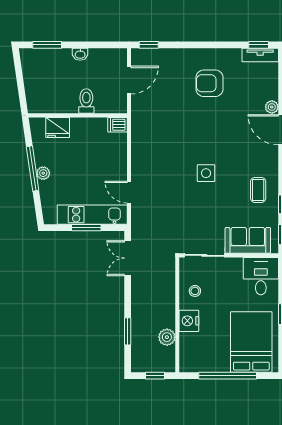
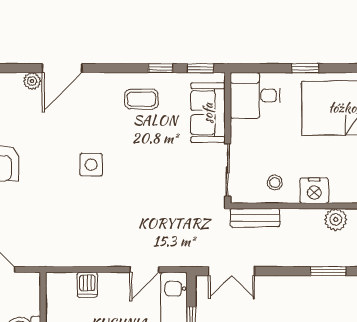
dishwasher: (117, 125) -> (87, 285), moved
side table: (206, 173) -> (91, 165), moved
bench: (168, 276) -> (255, 218), added

